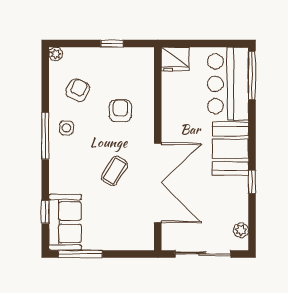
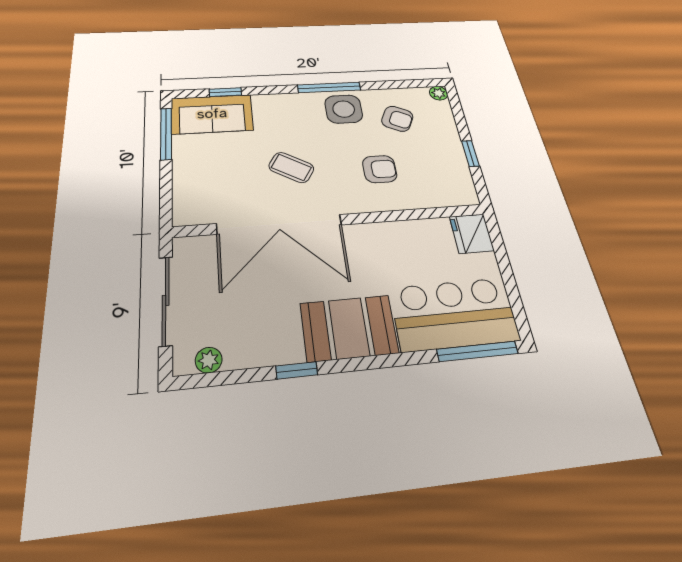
side table: (66, 128) -> (344, 109), width x1.87, depth x1.87

